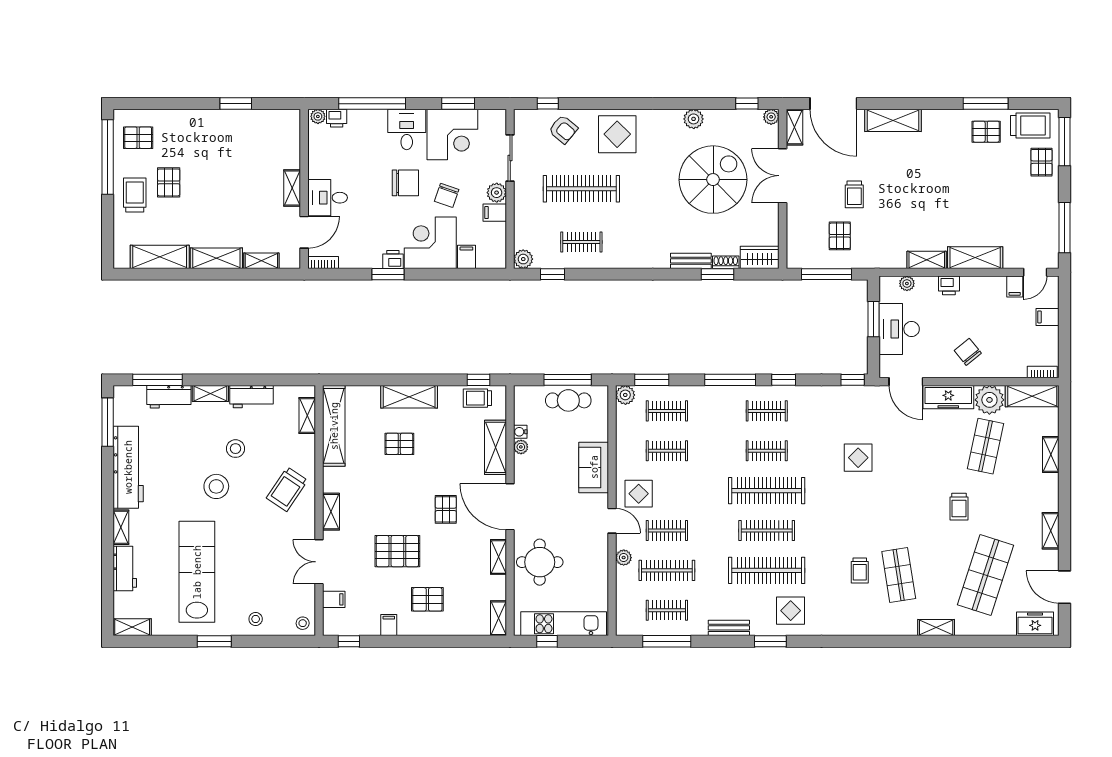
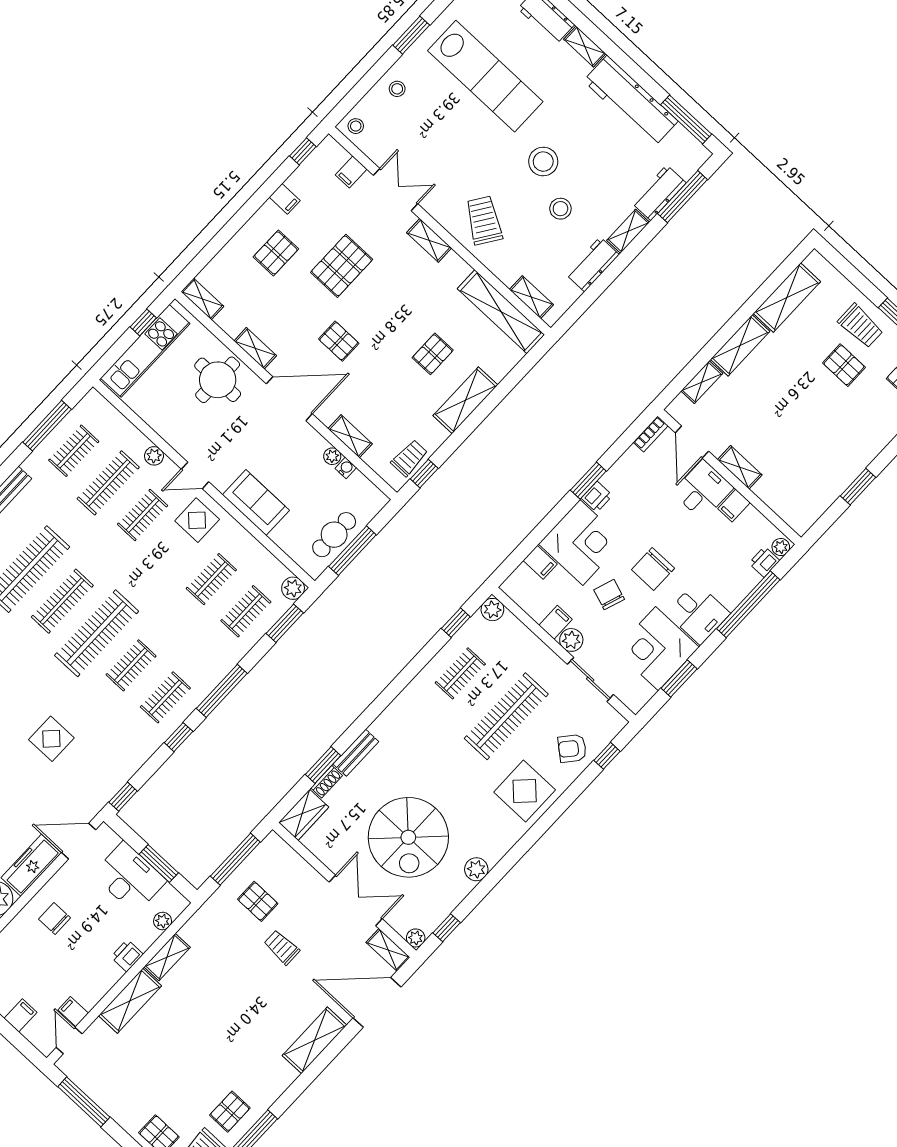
filing cabinet: (319, 169) -> (734, 506), added
chair: (968, 352) -> (55, 919), turned -141
shelving: (495, 447) -> (350, 436), width x0.67, depth x0.75

